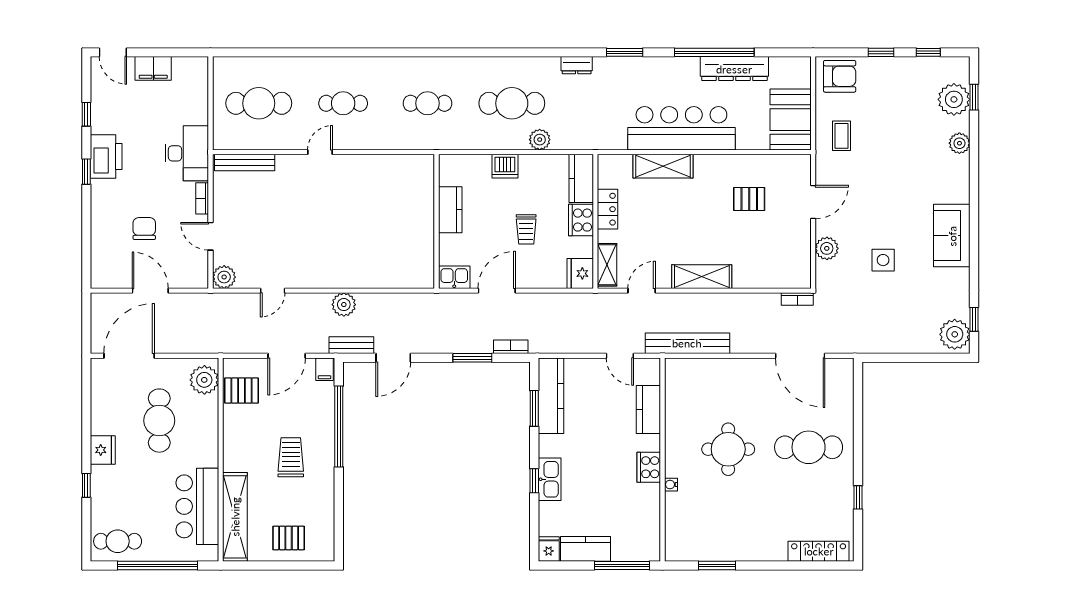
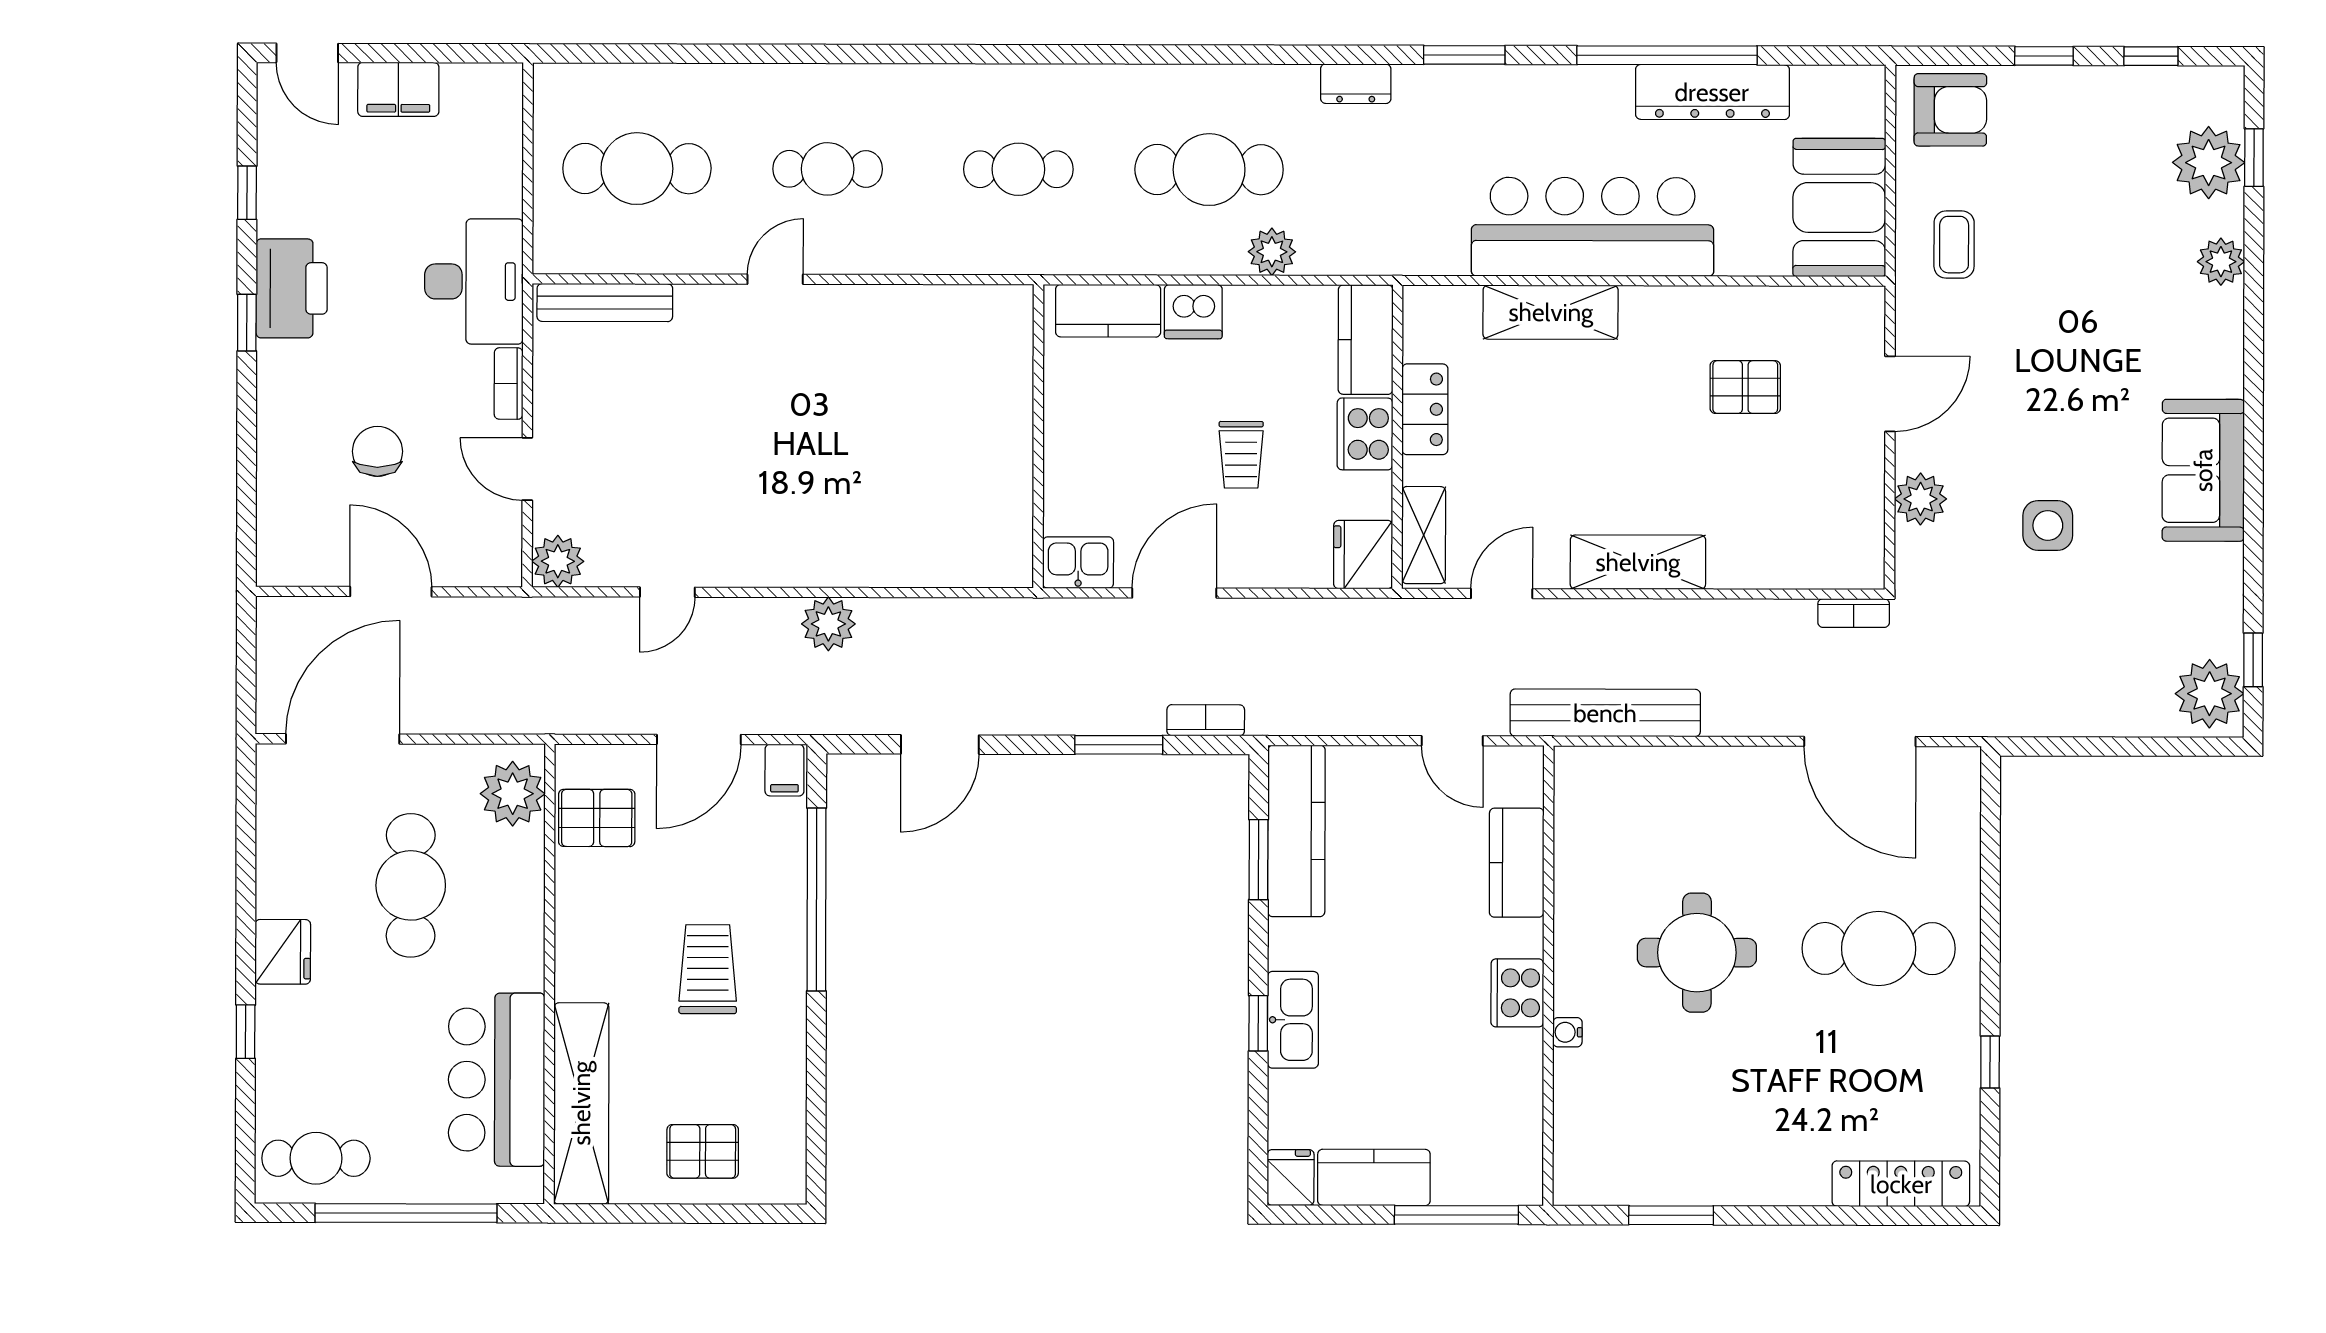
kitchen counter: (450, 210) -> (1108, 311), moved, turned 90
bench: (351, 345) -> (846, 716), removed

